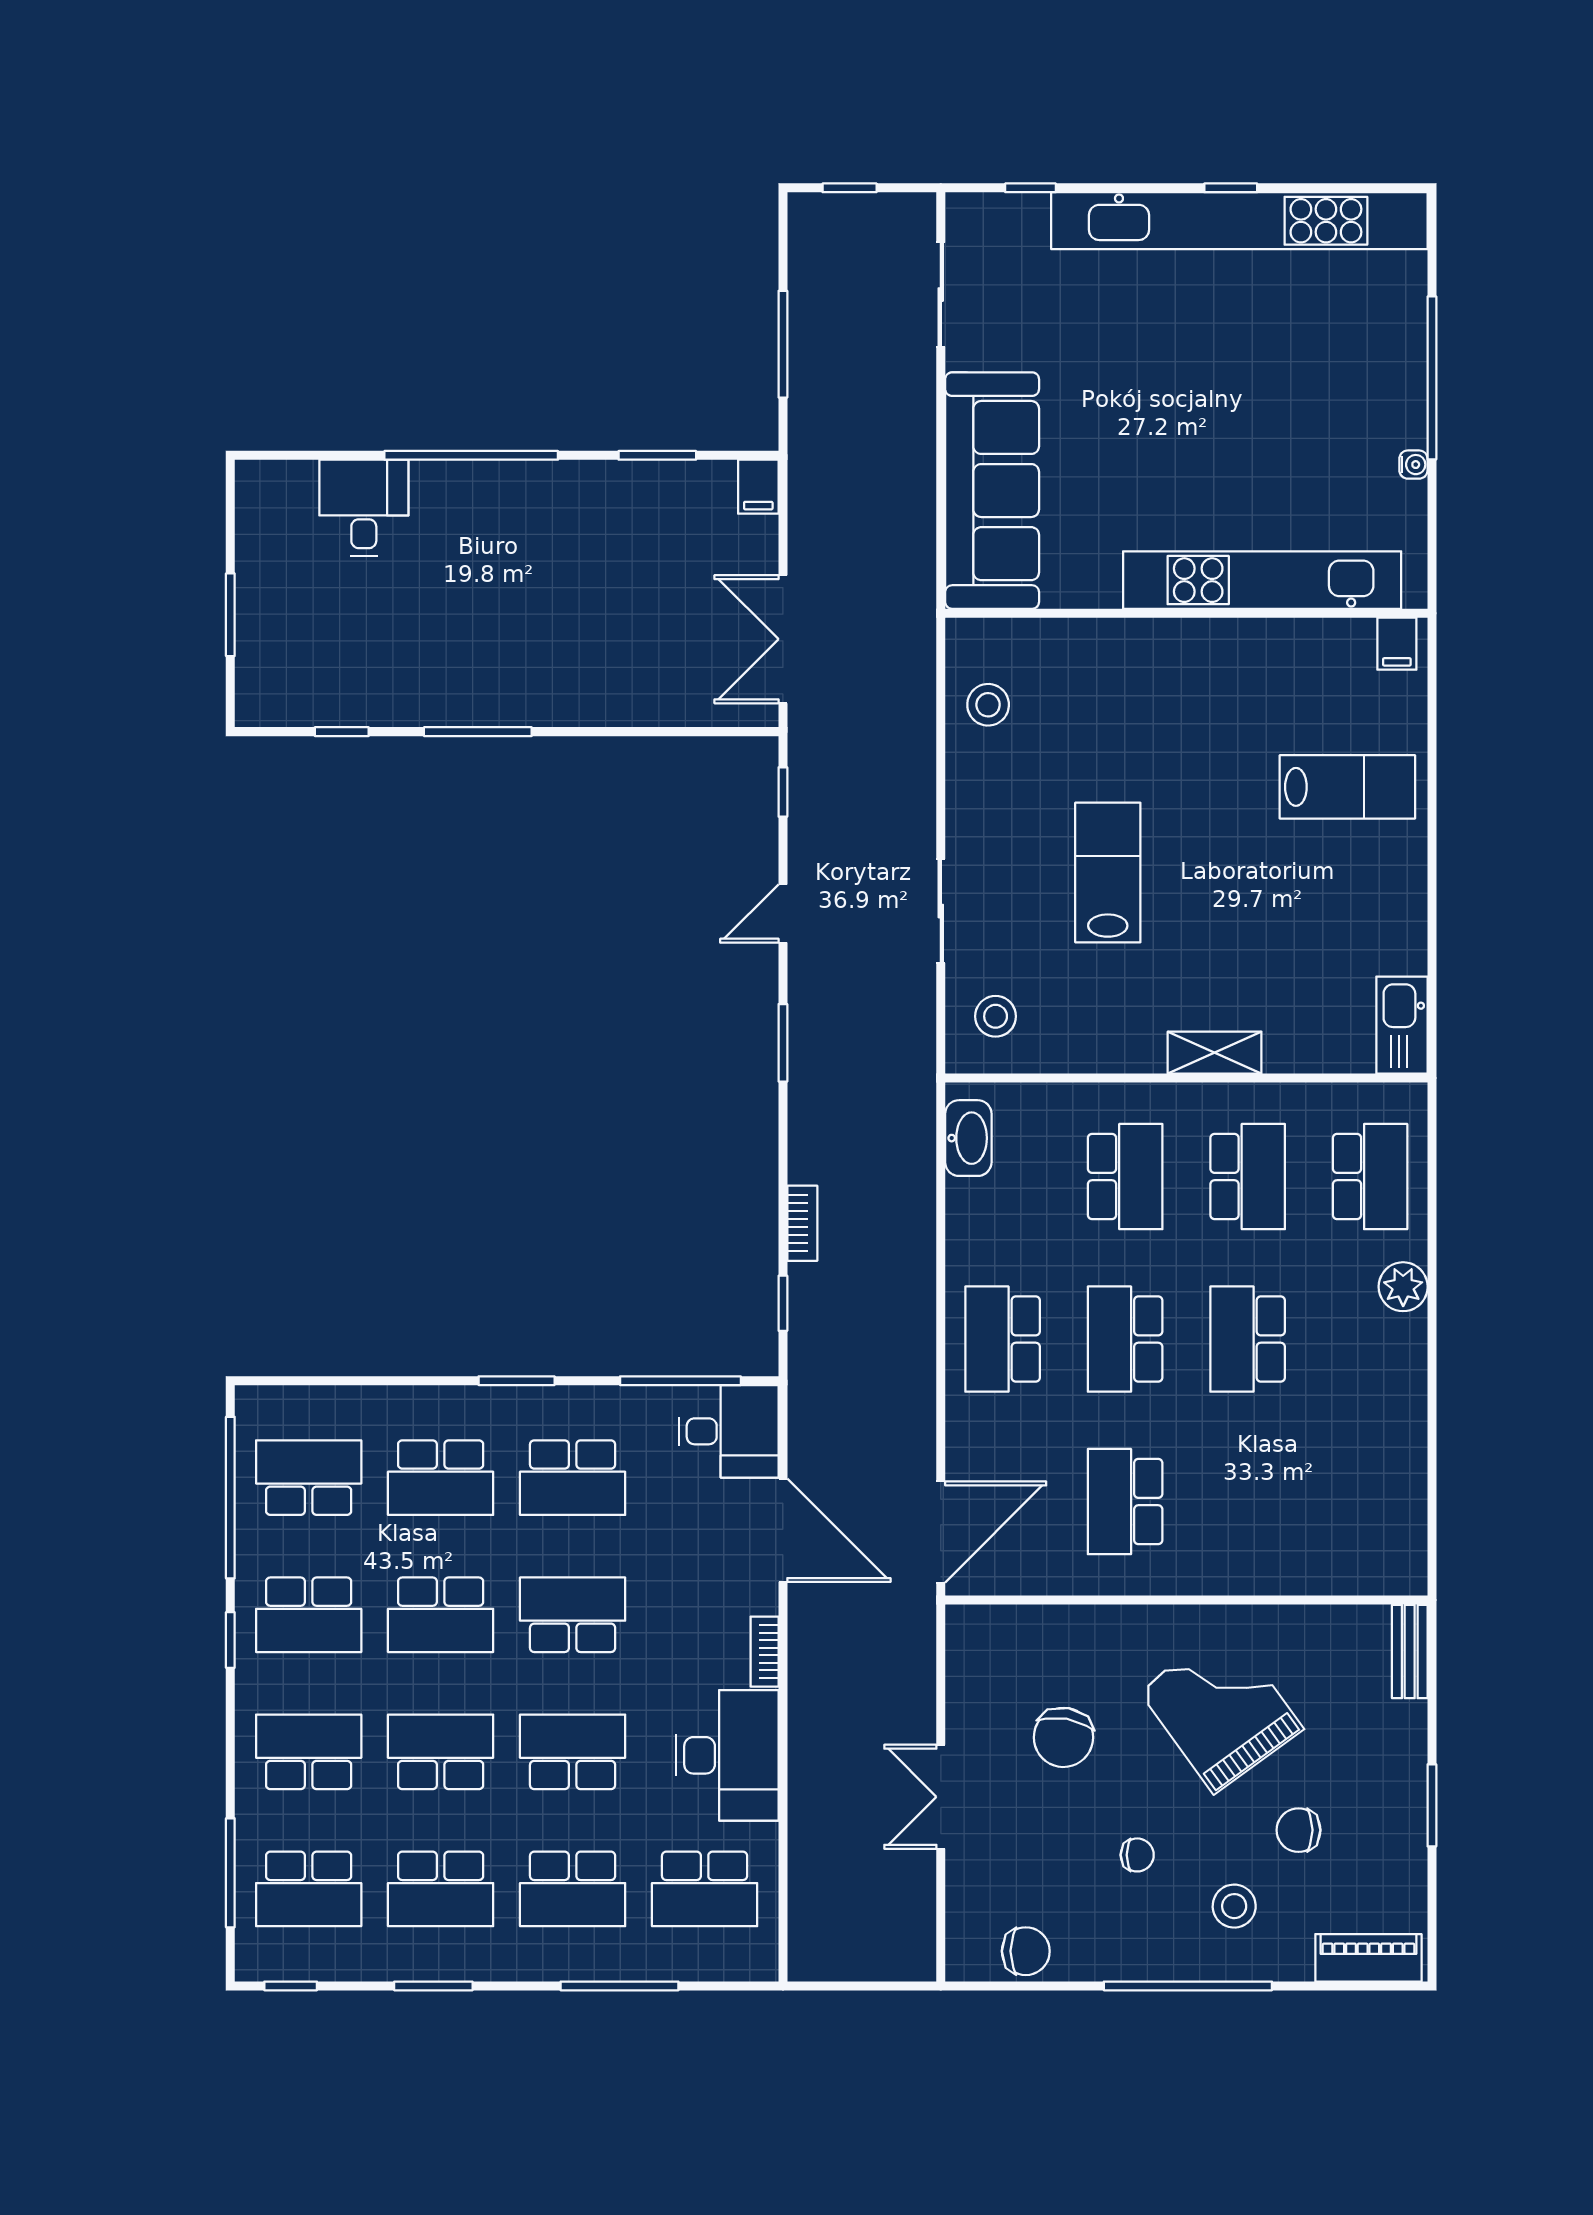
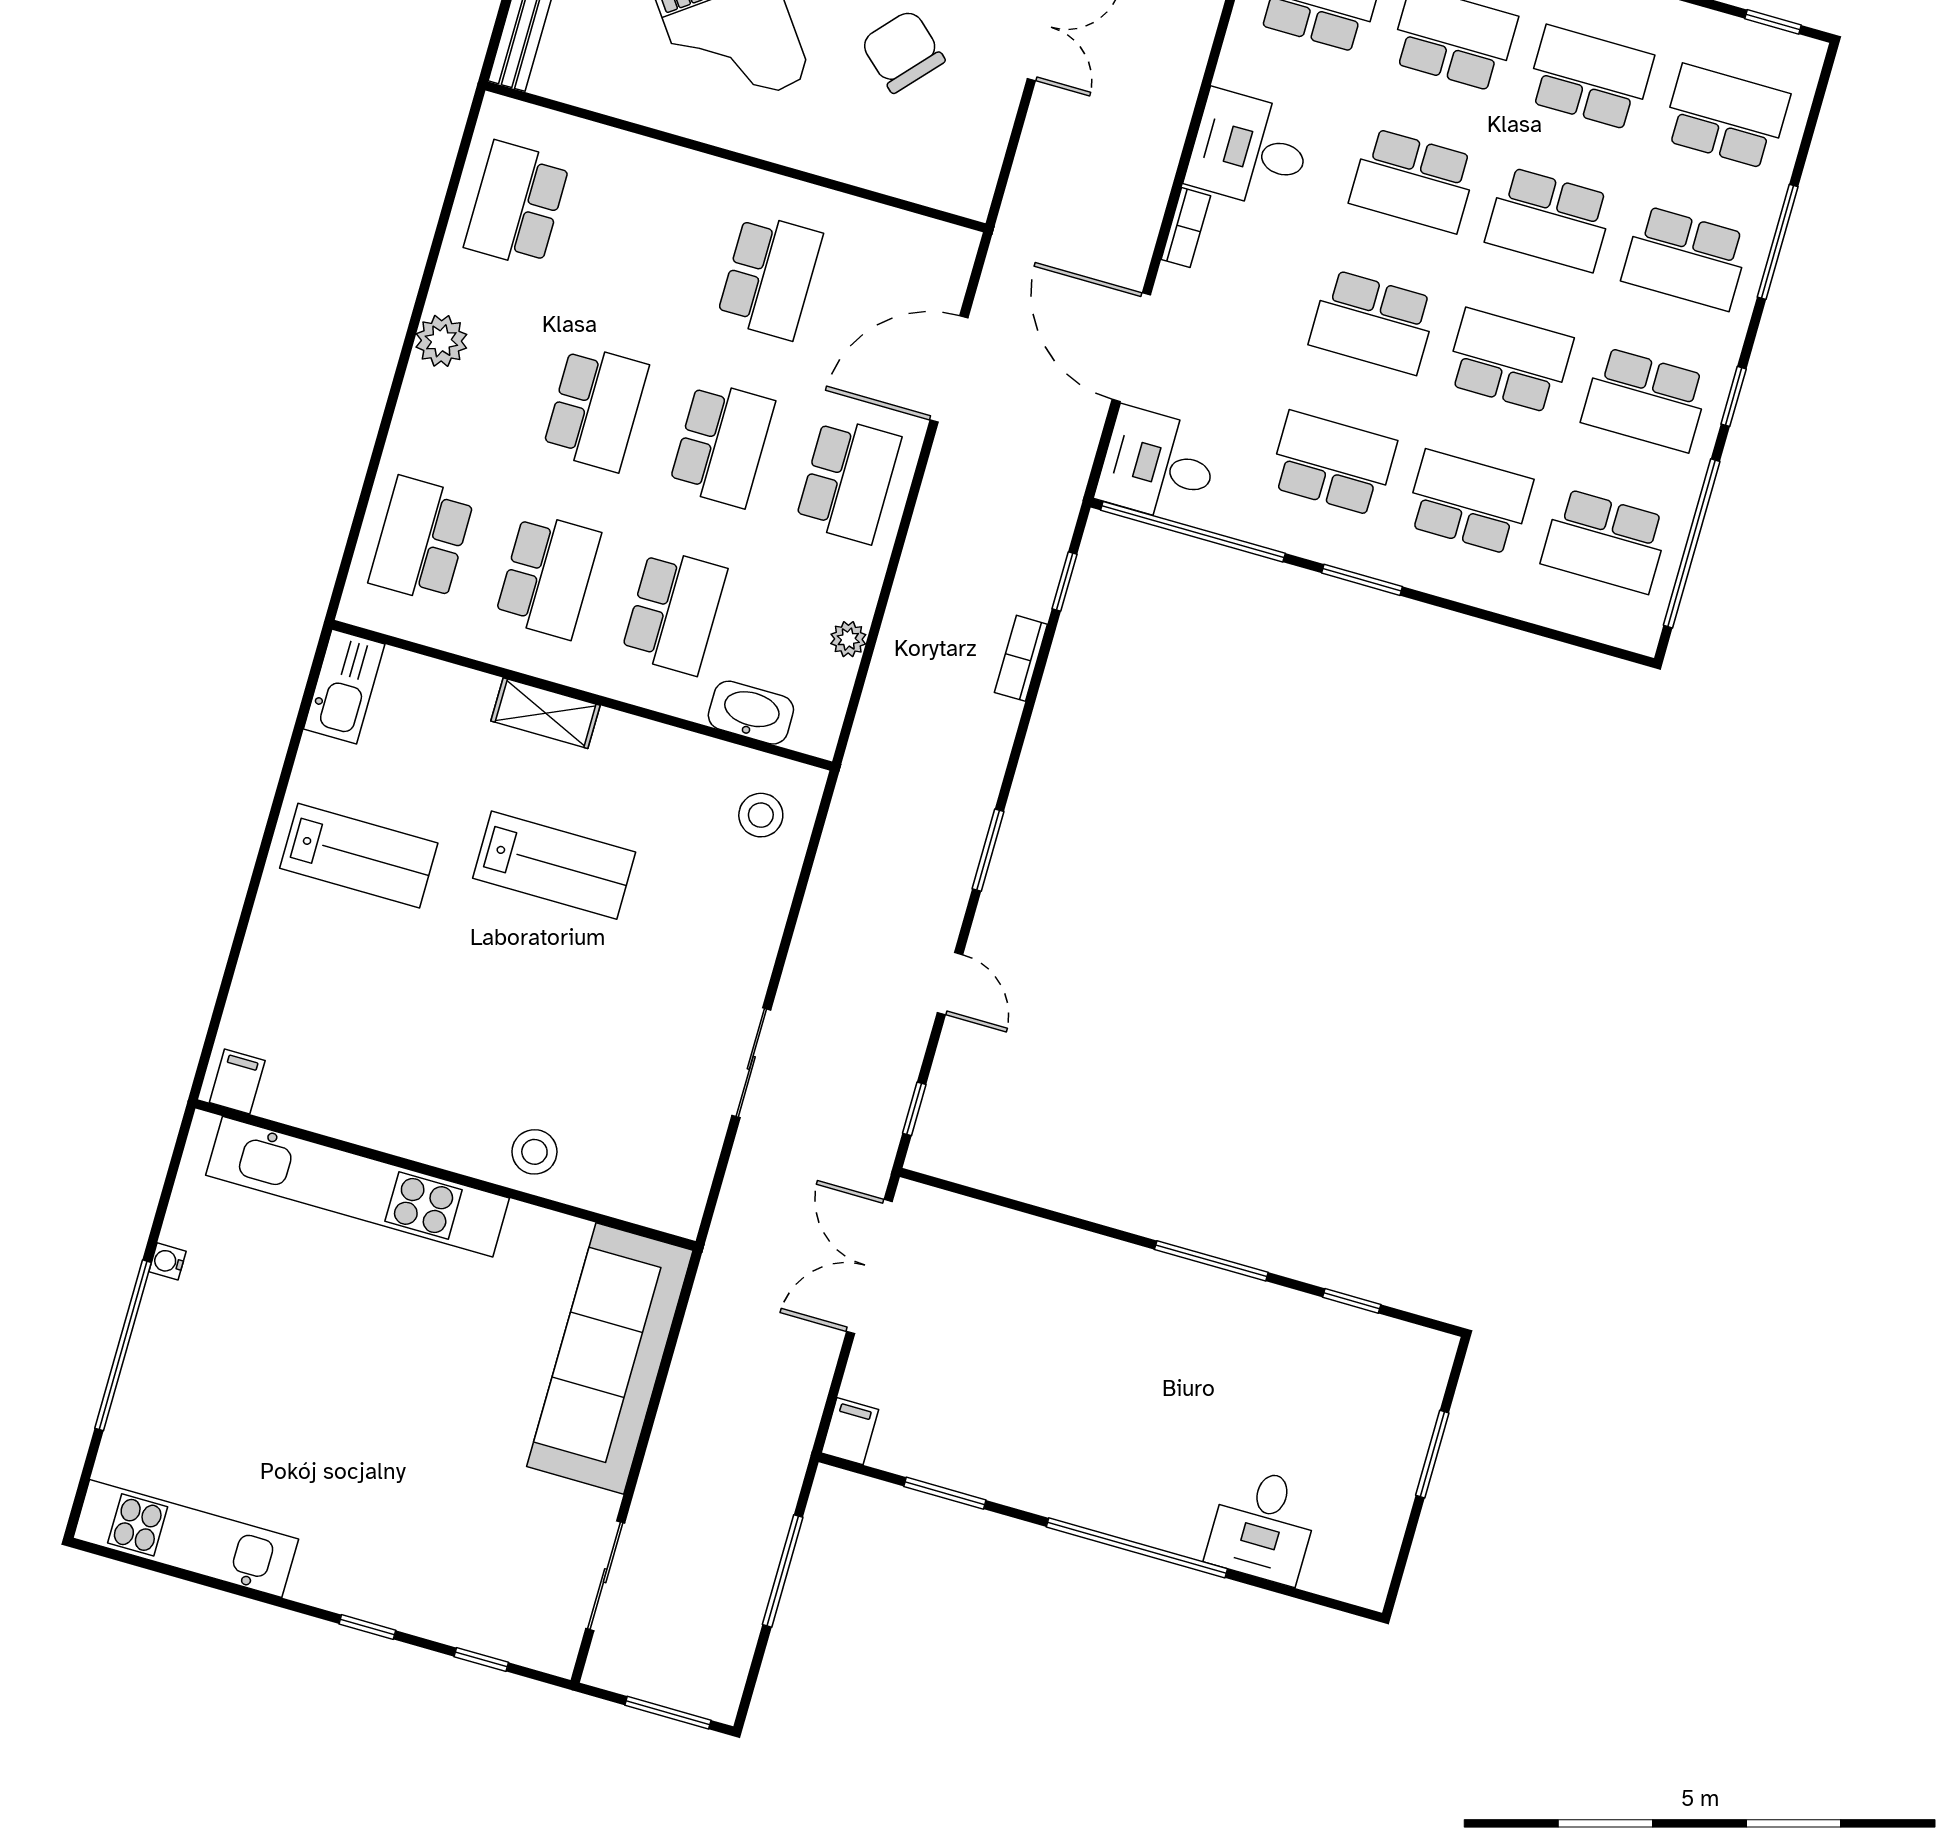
window: (850, 188) -> (668, 1713), width x1.50
window: (1231, 188) -> (367, 1627), moved
kitchen unit: (1239, 221) -> (186, 1539), width x0.54
double door: (783, 639) -> (869, 1267), swing flipped
stool: (988, 705) -> (534, 1152), moved
lab bench: (1347, 787) -> (359, 856), moved, turned 180
lab bench: (1108, 873) -> (554, 865), moved, turned -90
sliding door: (941, 911) -> (751, 1063), moved
door: (783, 913) -> (950, 984), hinge flipped
washbasin: (968, 1138) -> (751, 713), moved, turned 90
school desk: (1125, 1177) -> (674, 612), turned 180
school desk: (1248, 1177) -> (548, 576), turned 180
plant: (962, 1196) -> (848, 639), added
plant: (1403, 1287) -> (441, 341), moved
window: (680, 1381) -> (1193, 532), width x1.46
school desk: (1370, 1502) -> (517, 204), added
door: (941, 1532) -> (949, 369), moved
school desk: (309, 1615) -> (1645, 400), turned 180
chair: (1063, 1737) -> (903, 51), turned -58
desk: (727, 1755) -> (1250, 150), width x0.73
window: (230, 1873) -> (1778, 242), moved

